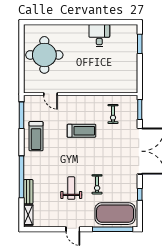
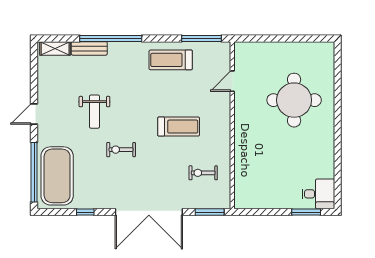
desk: (99, 36) -> (318, 194), moved
round table: (44, 55) -> (294, 100), moved
treadmill: (81, 131) -> (179, 127), turned -90
exercise bike: (97, 184) -> (121, 150), moved
weight bench: (71, 188) -> (94, 112), turned 90

